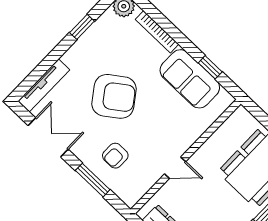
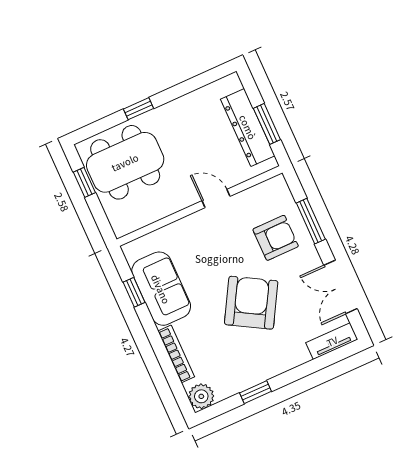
tv unit: (44, 85) -> (332, 341), width x0.71
armchair: (114, 96) -> (251, 303), turned 66
armchair: (115, 156) -> (276, 238), width x1.38, depth x1.38

